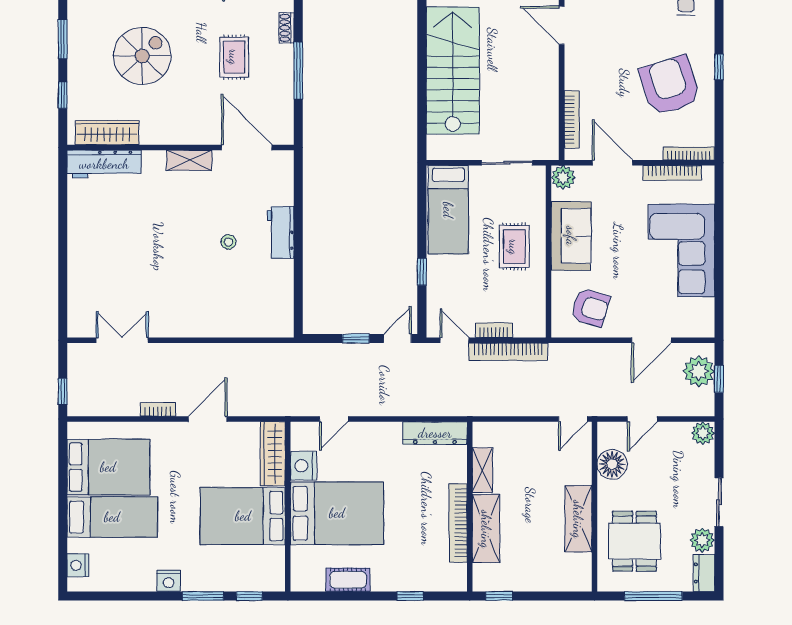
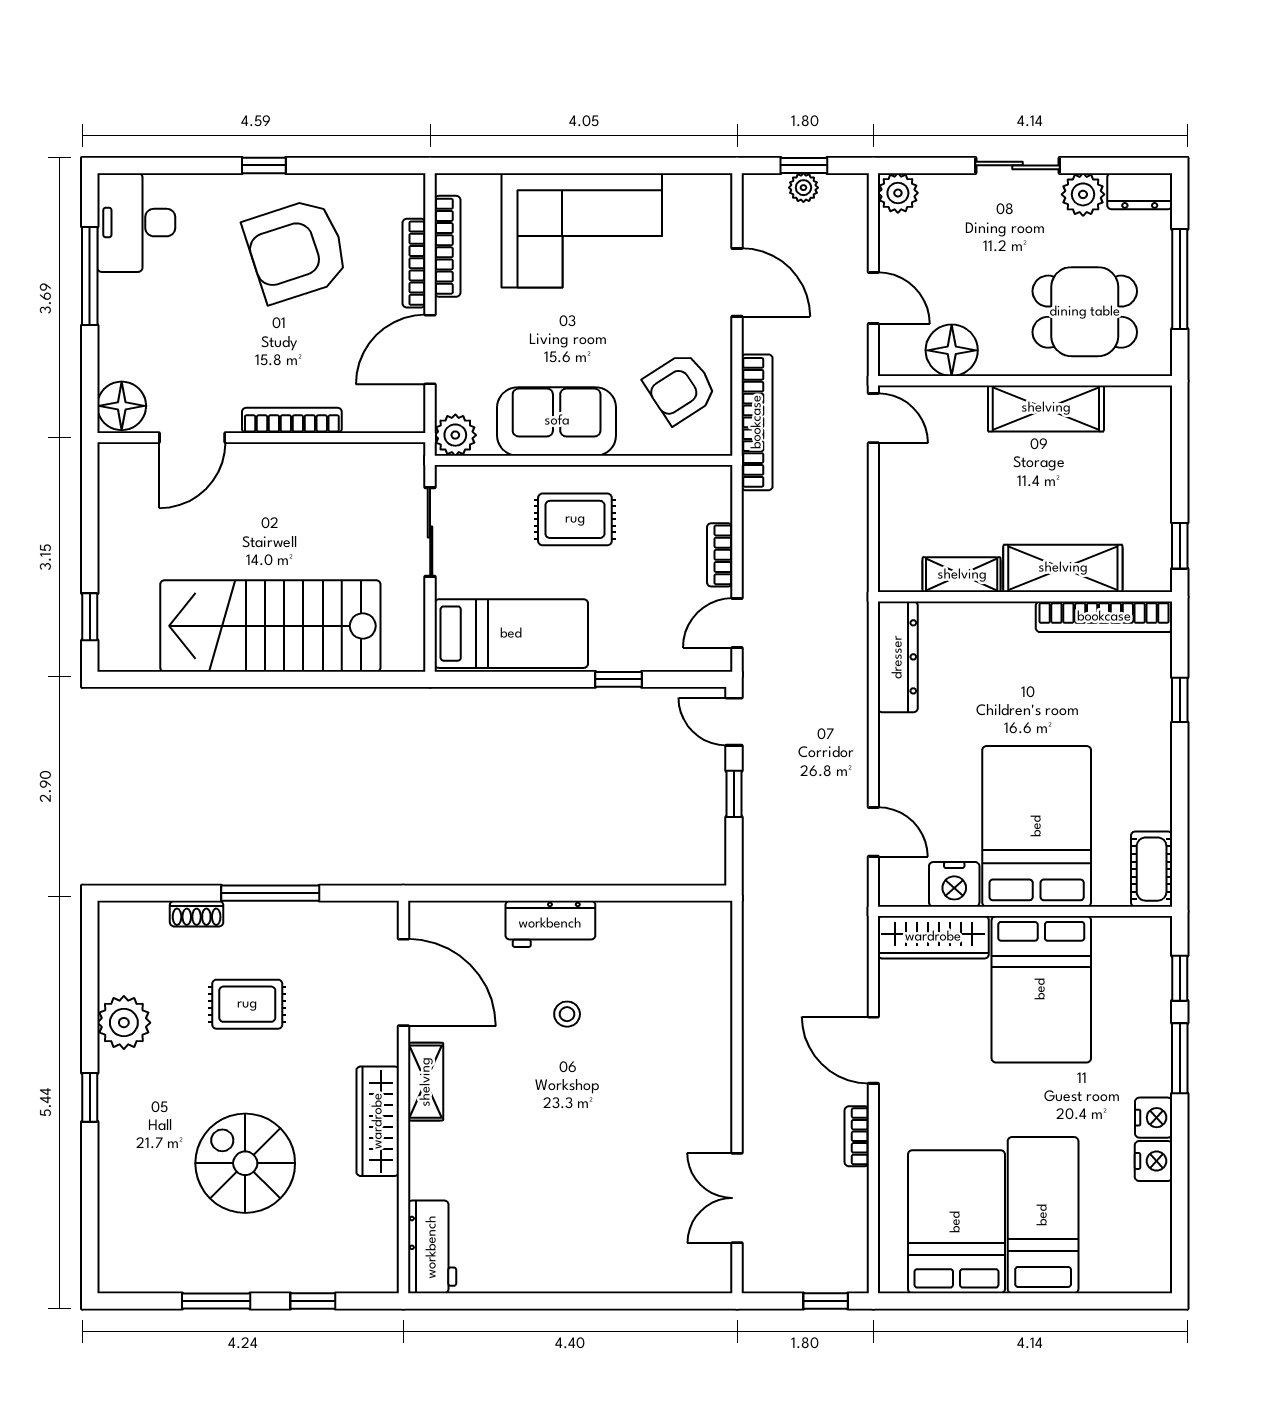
bookcase: (572, 119) -> (292, 420), moved
wardrobe: (107, 133) -> (378, 1121), moved
door: (247, 147) -> (403, 982), swing flipped
bookcase: (689, 154) -> (414, 263), moved
workbench: (104, 164) -> (432, 1247), width x0.73
armchair: (590, 308) -> (680, 388), turned -139
bookcase: (508, 352) -> (757, 422), moved
plant: (699, 371) -> (803, 188), width x0.53, depth x0.53
bookcase: (458, 523) -> (1104, 617), moved
nightstand: (78, 565) -> (1154, 1161), moved, turned -90
cot: (348, 580) -> (1152, 869), moved

